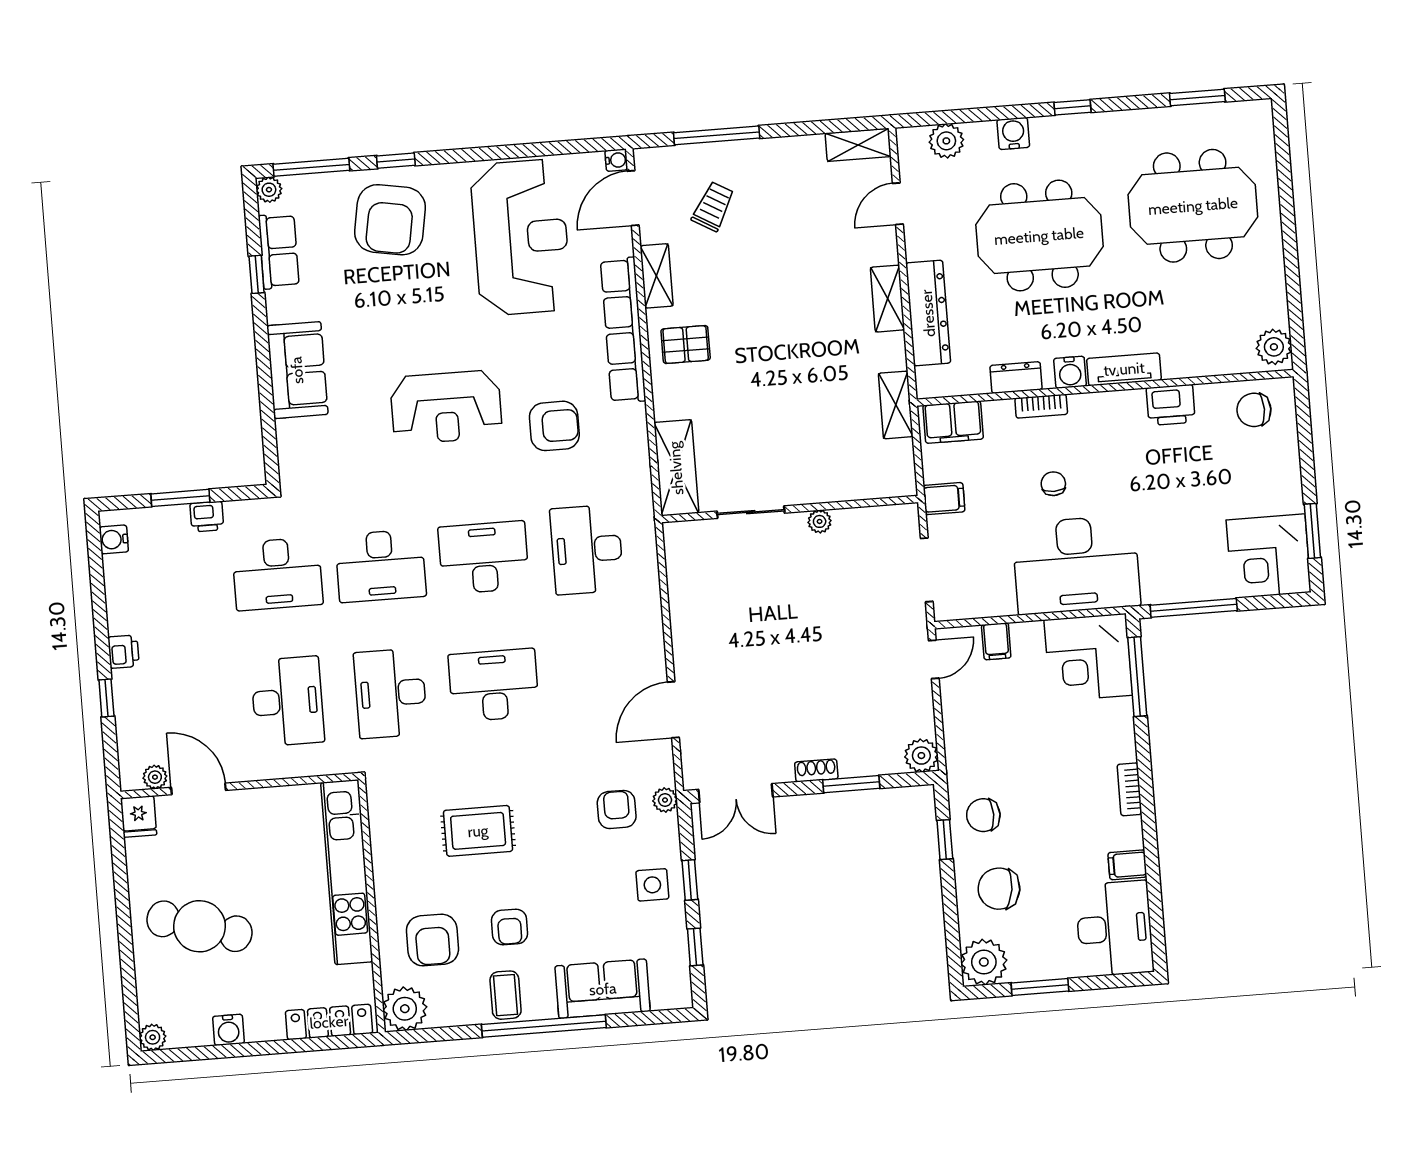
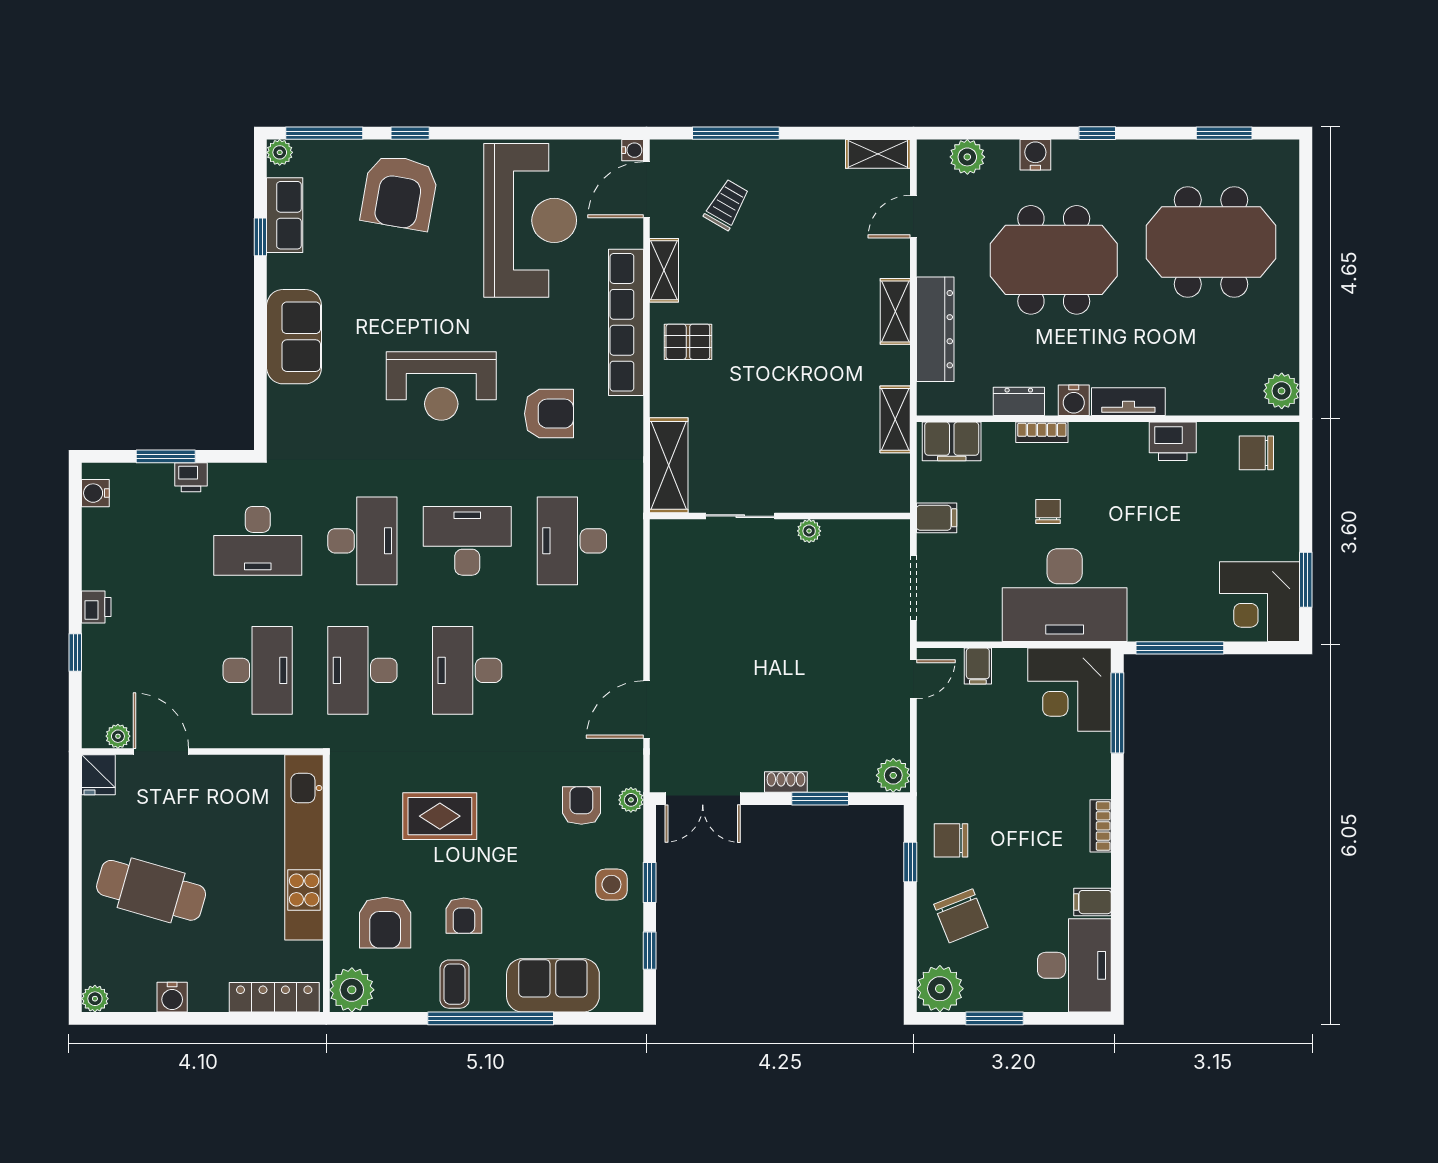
desk: (381, 566) -> (362, 541), turned -90
desk: (494, 685) -> (467, 670), turned -90
chair: (999, 889) -> (961, 916), turned -120

